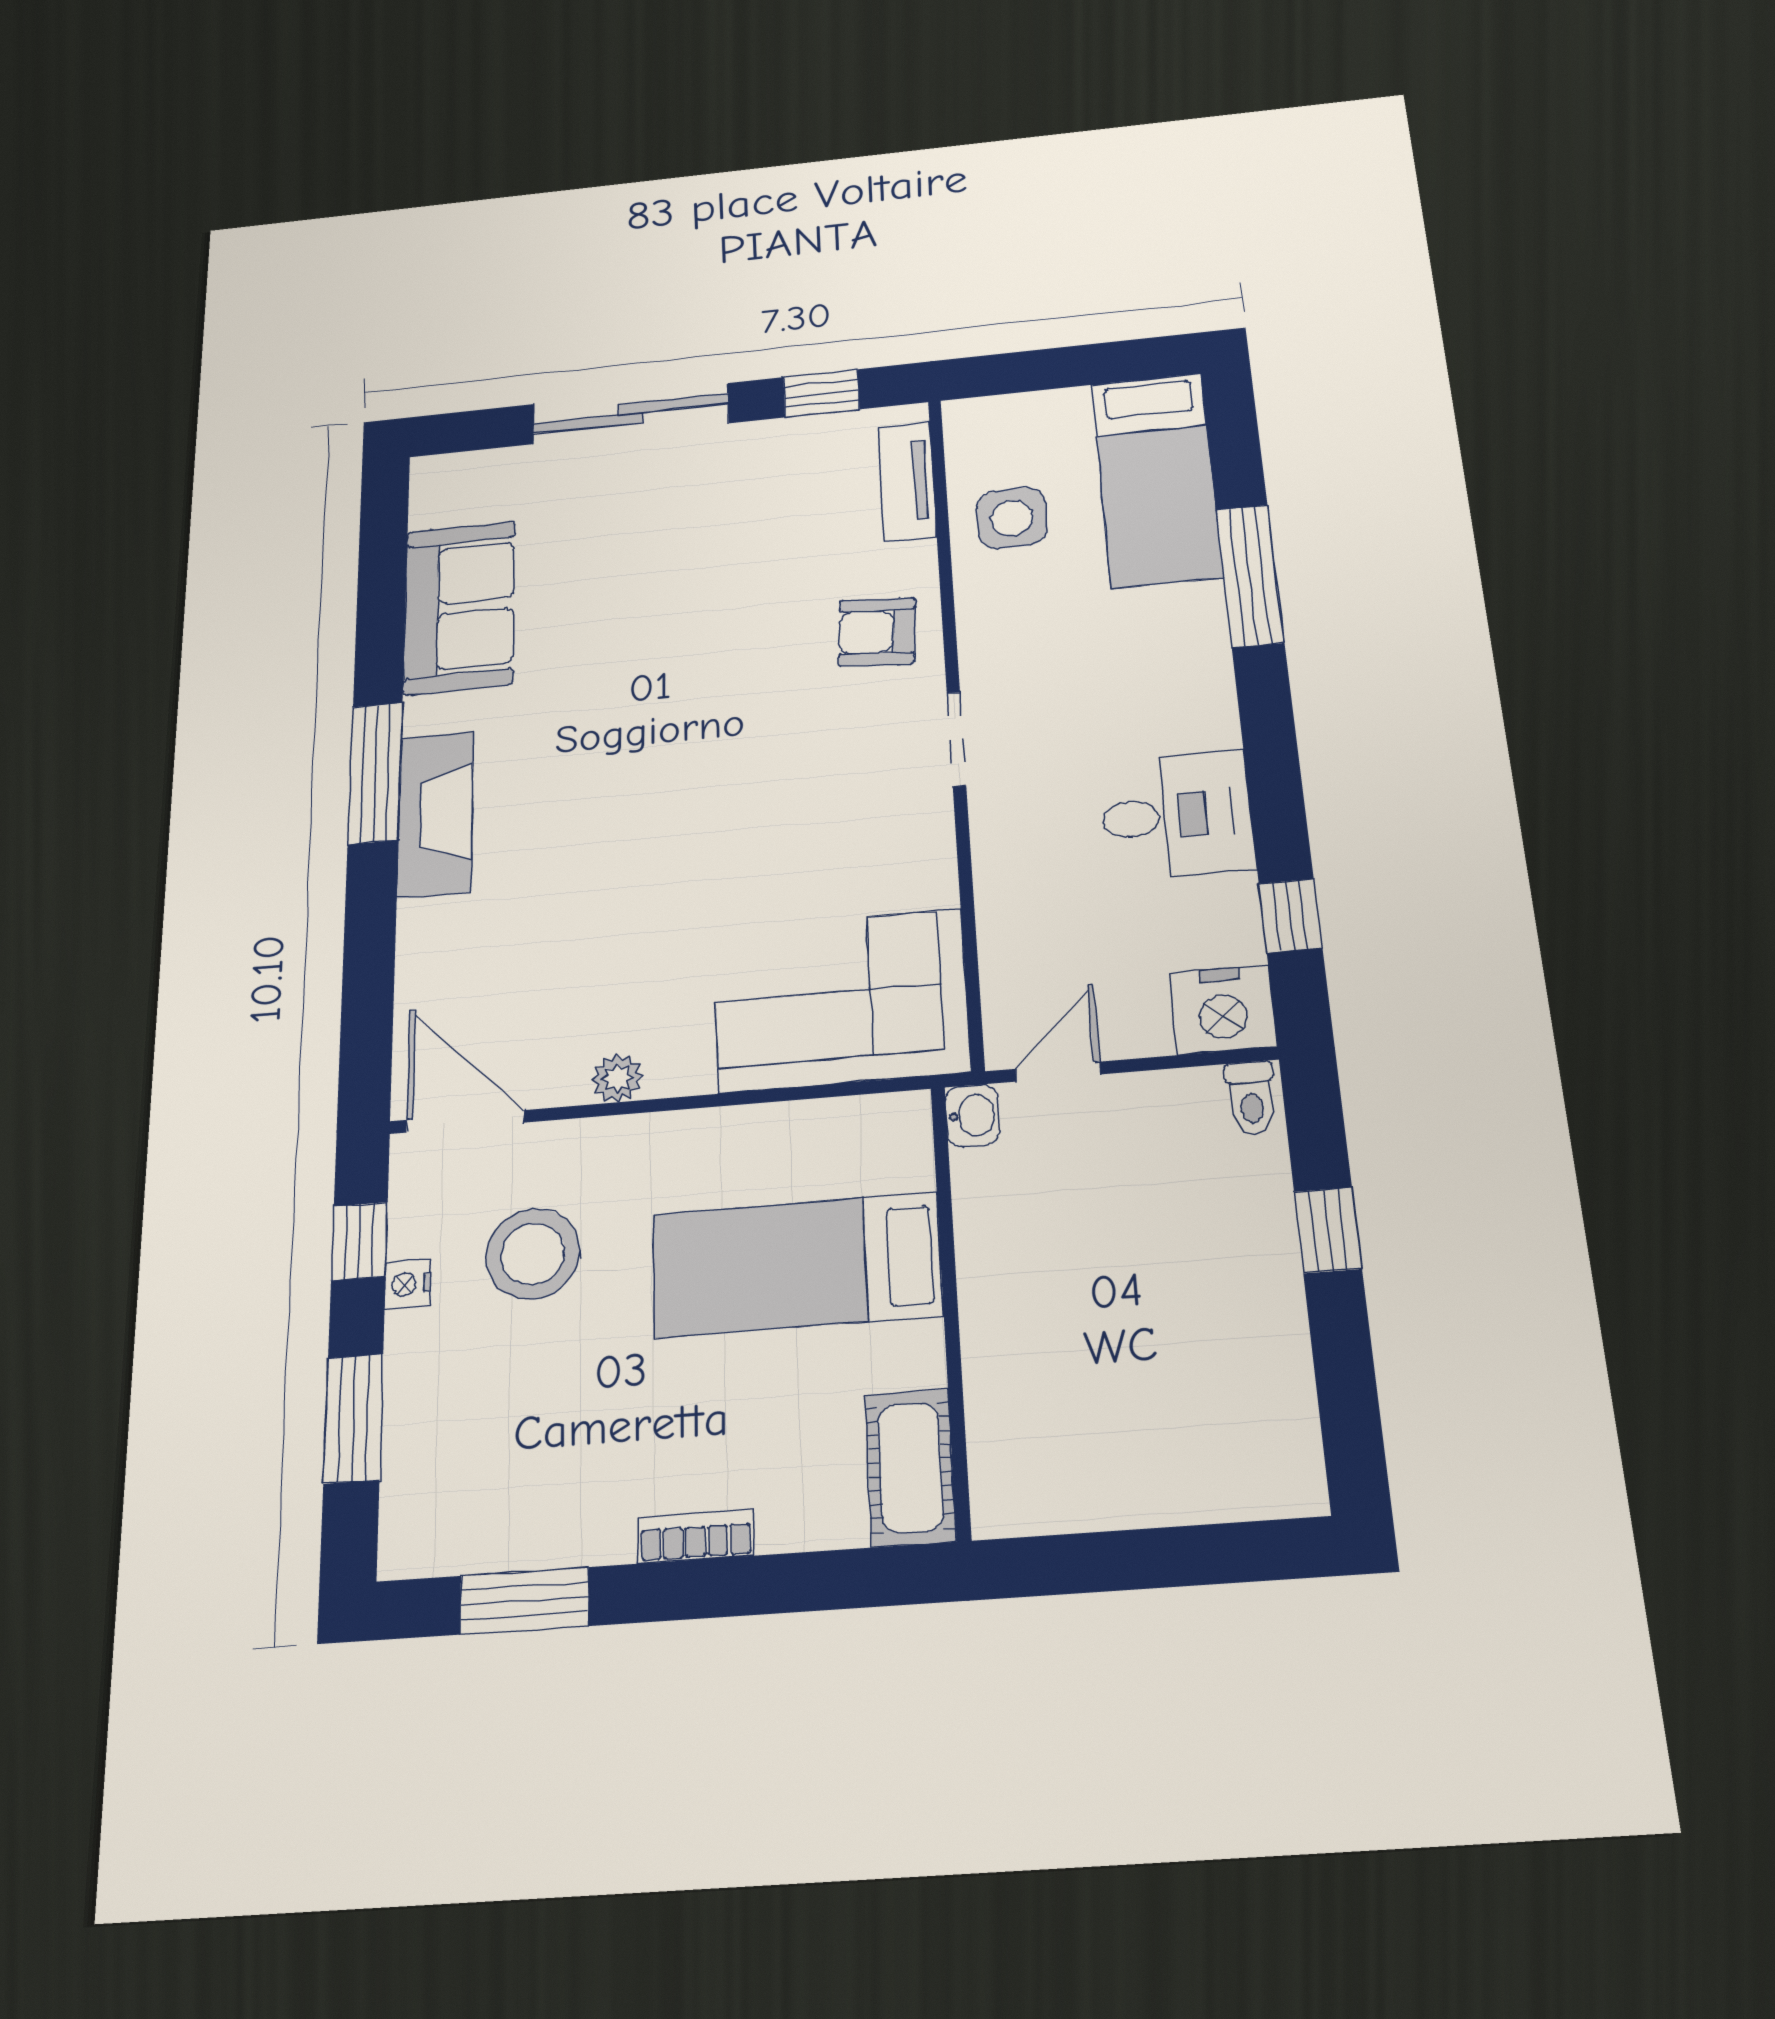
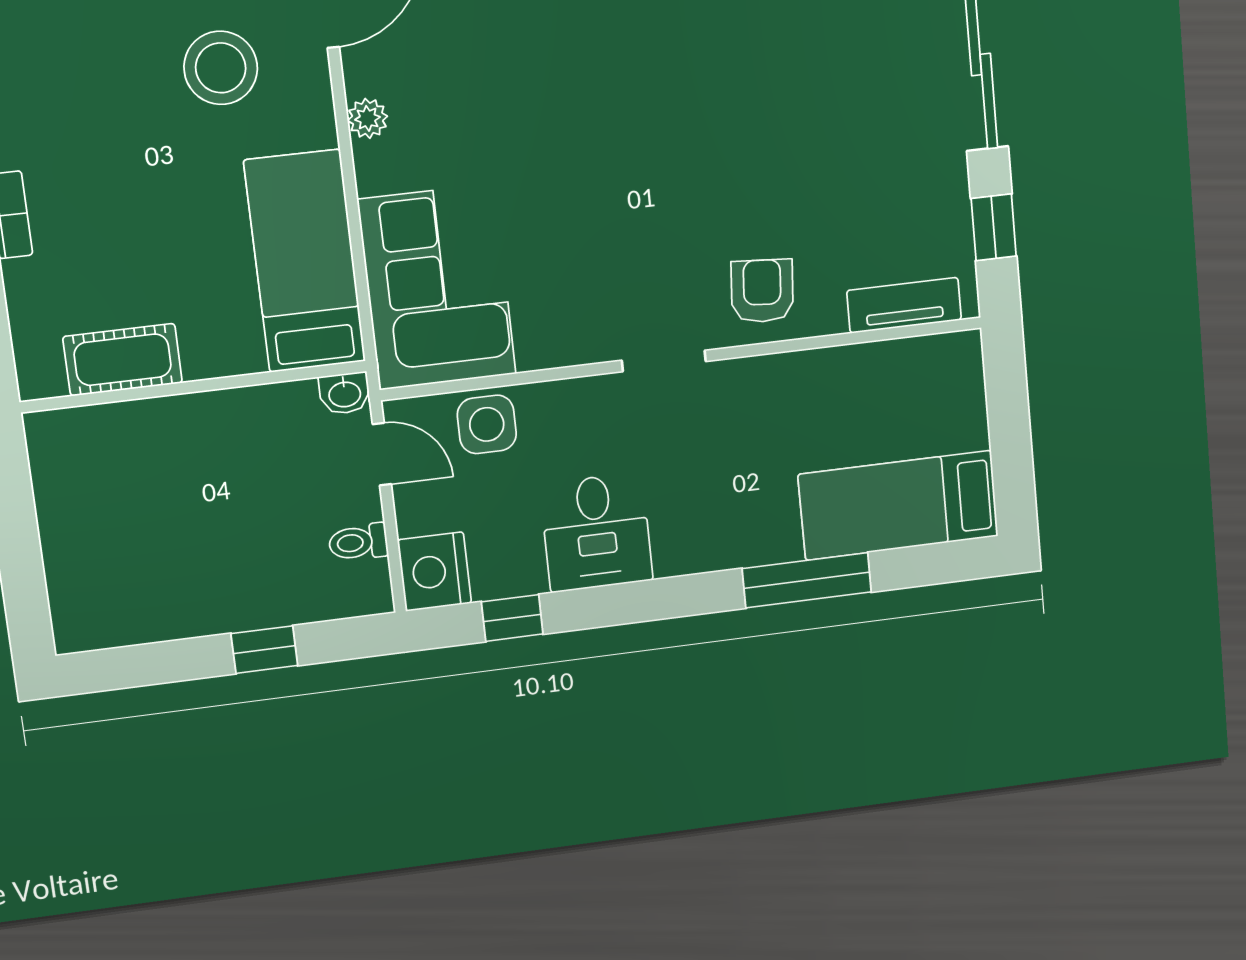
side table: (1012, 518) -> (487, 424), moved
toilet: (1251, 1098) -> (358, 542), moved
bed: (797, 1265) -> (305, 261), moved
cot: (910, 1468) -> (123, 360), moved

